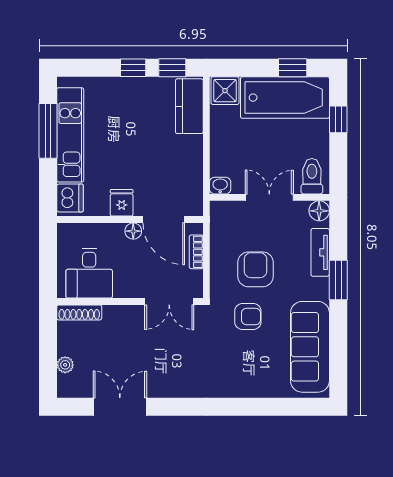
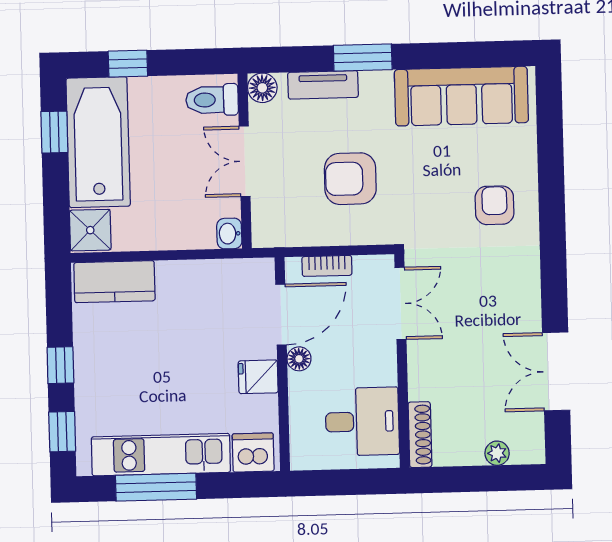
window: (172, 68) -> (62, 432), moved
armchair: (248, 316) -> (495, 205), moved

